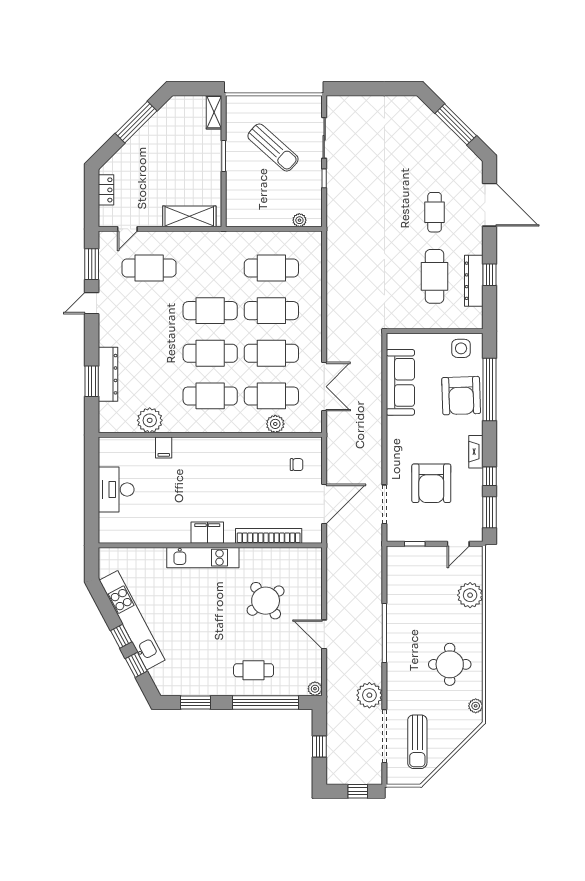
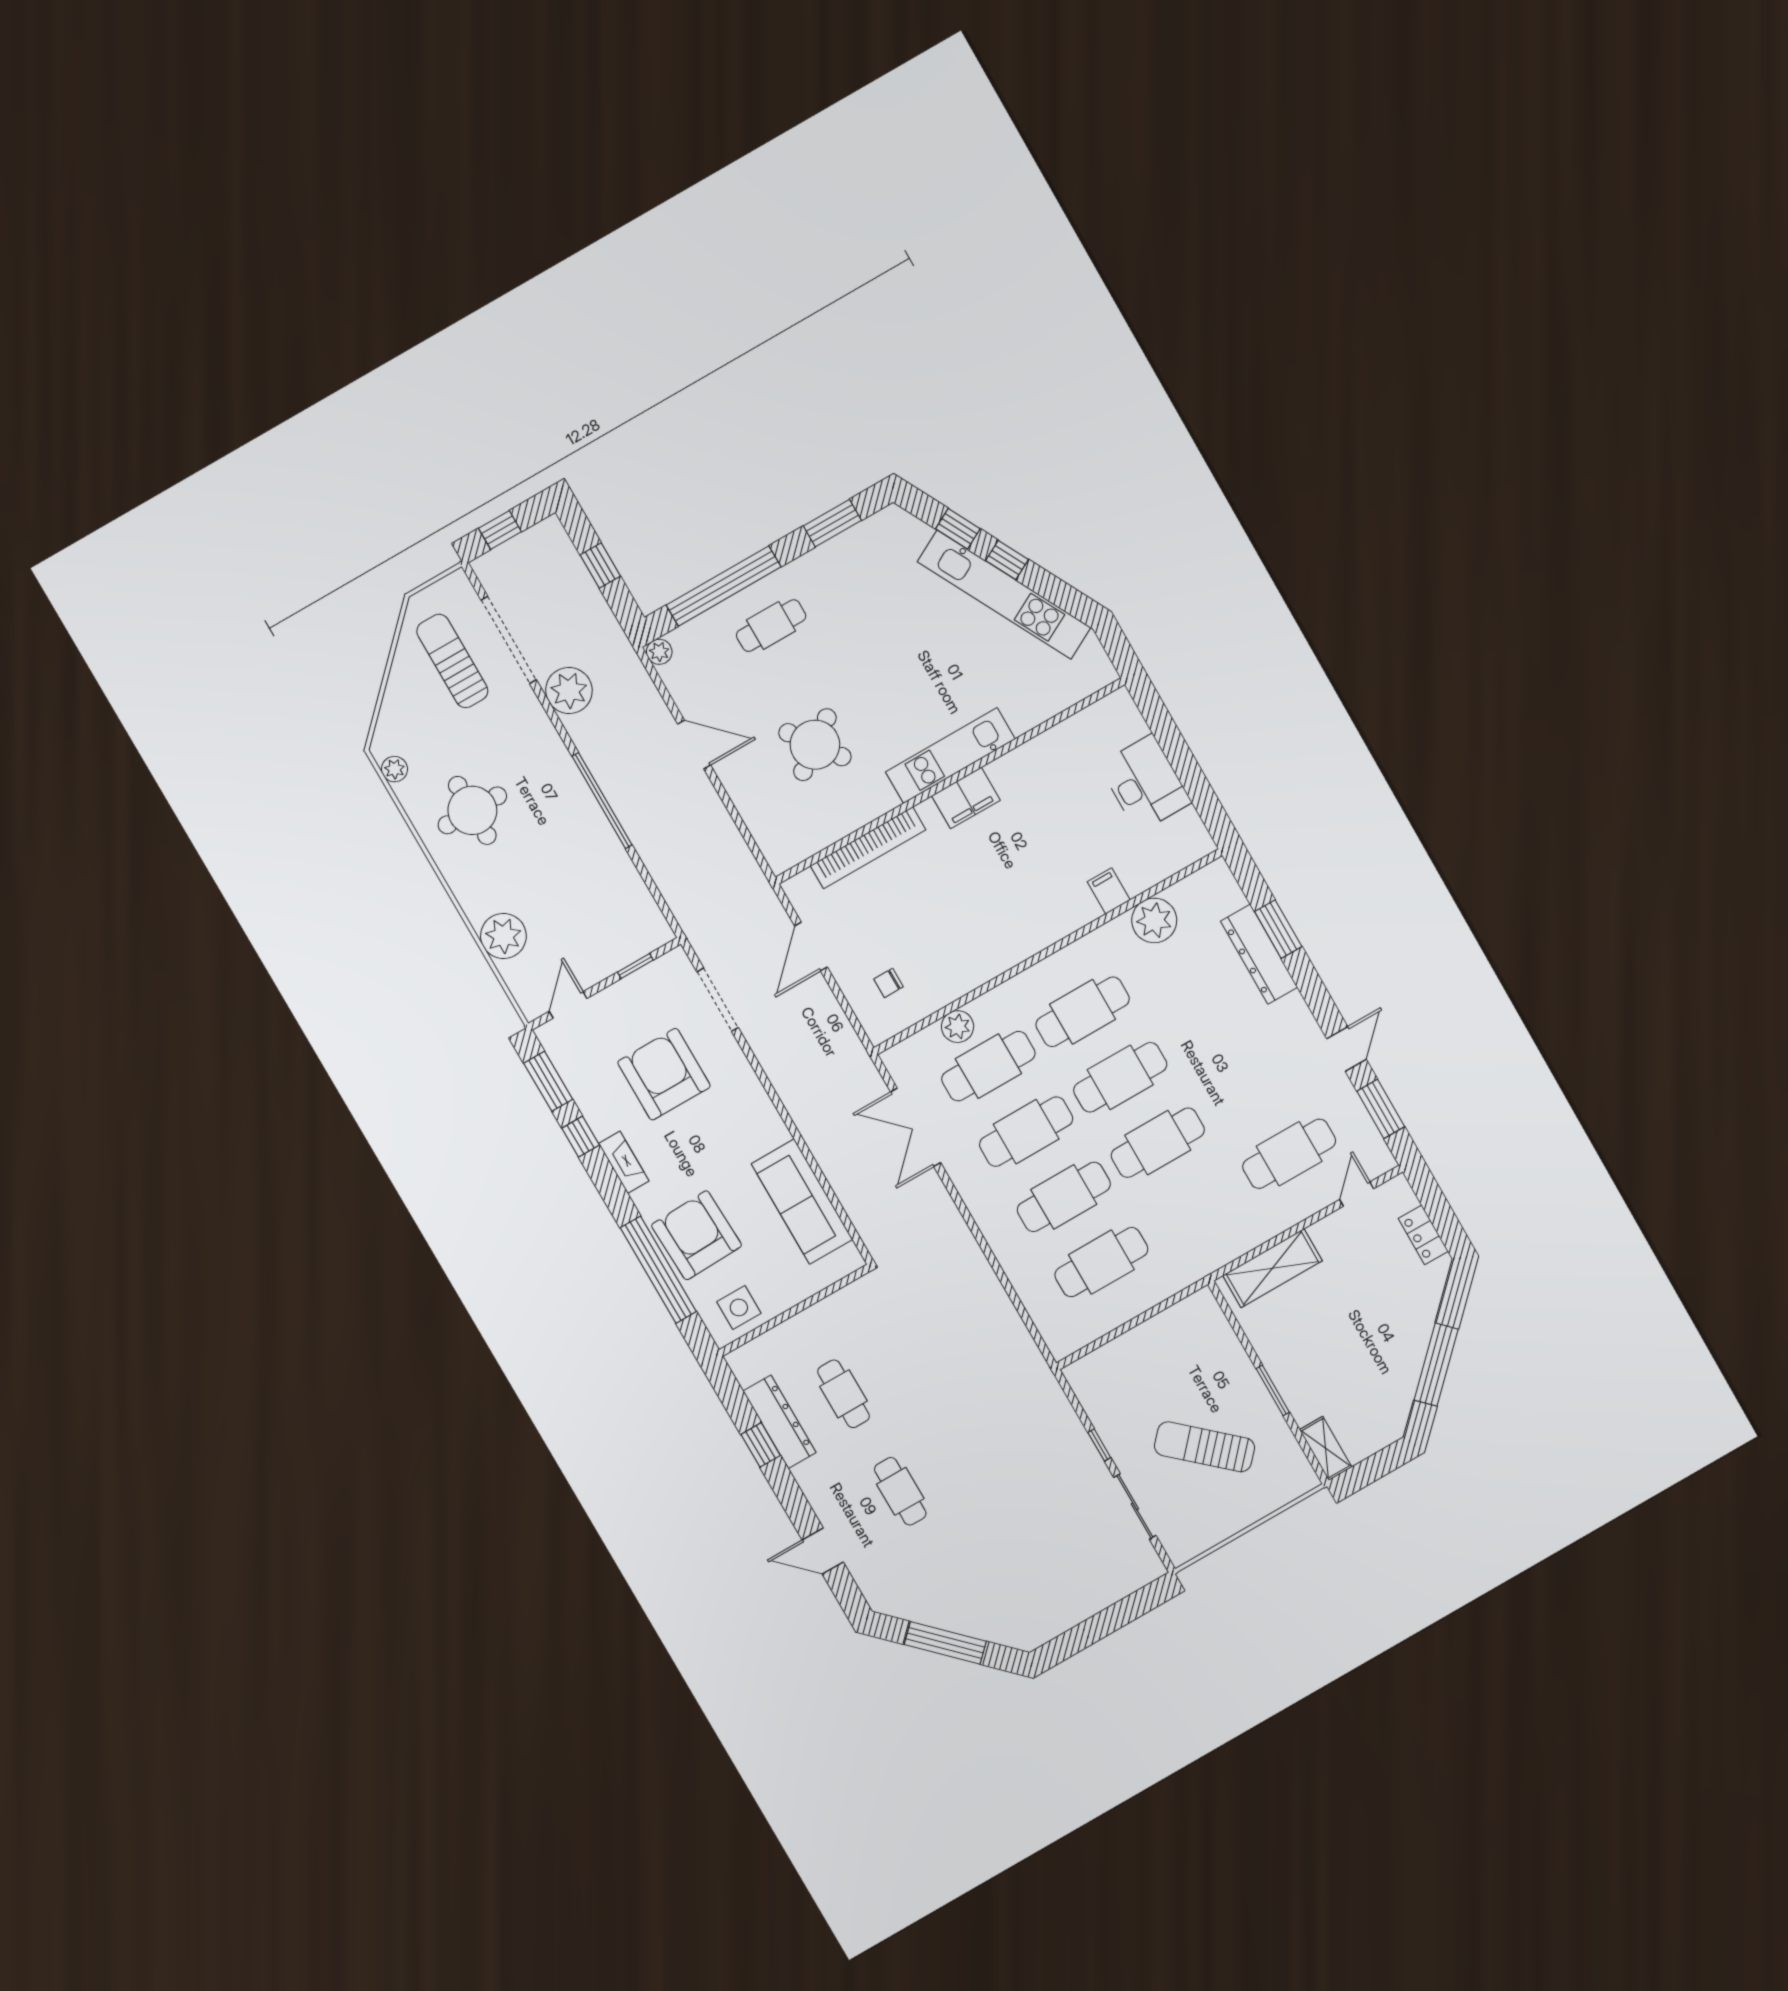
door: (489, 205) -> (823, 1551), width x0.53
plant: (299, 220) -> (1100, 1360), removed
cafe table: (435, 276) -> (844, 1394), width x0.73, depth x0.74
door: (324, 504) -> (811, 947), width x0.73

